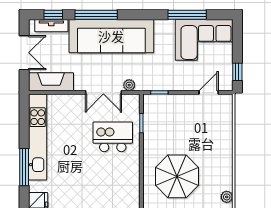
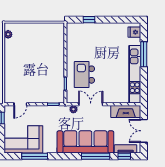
kitchen island: (113, 137) -> (84, 75), turned 90
parasol: (177, 176) -> (41, 48), removed

